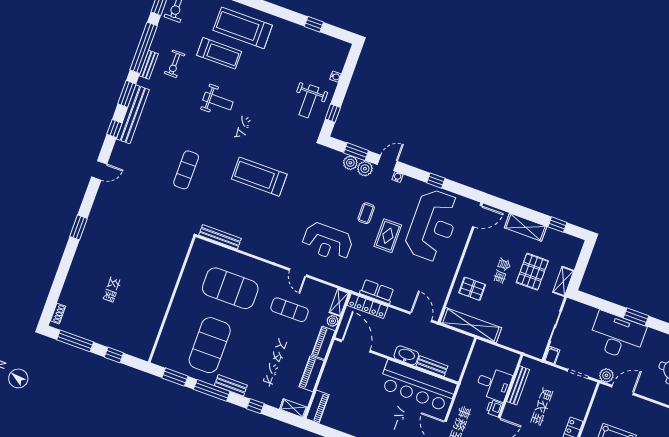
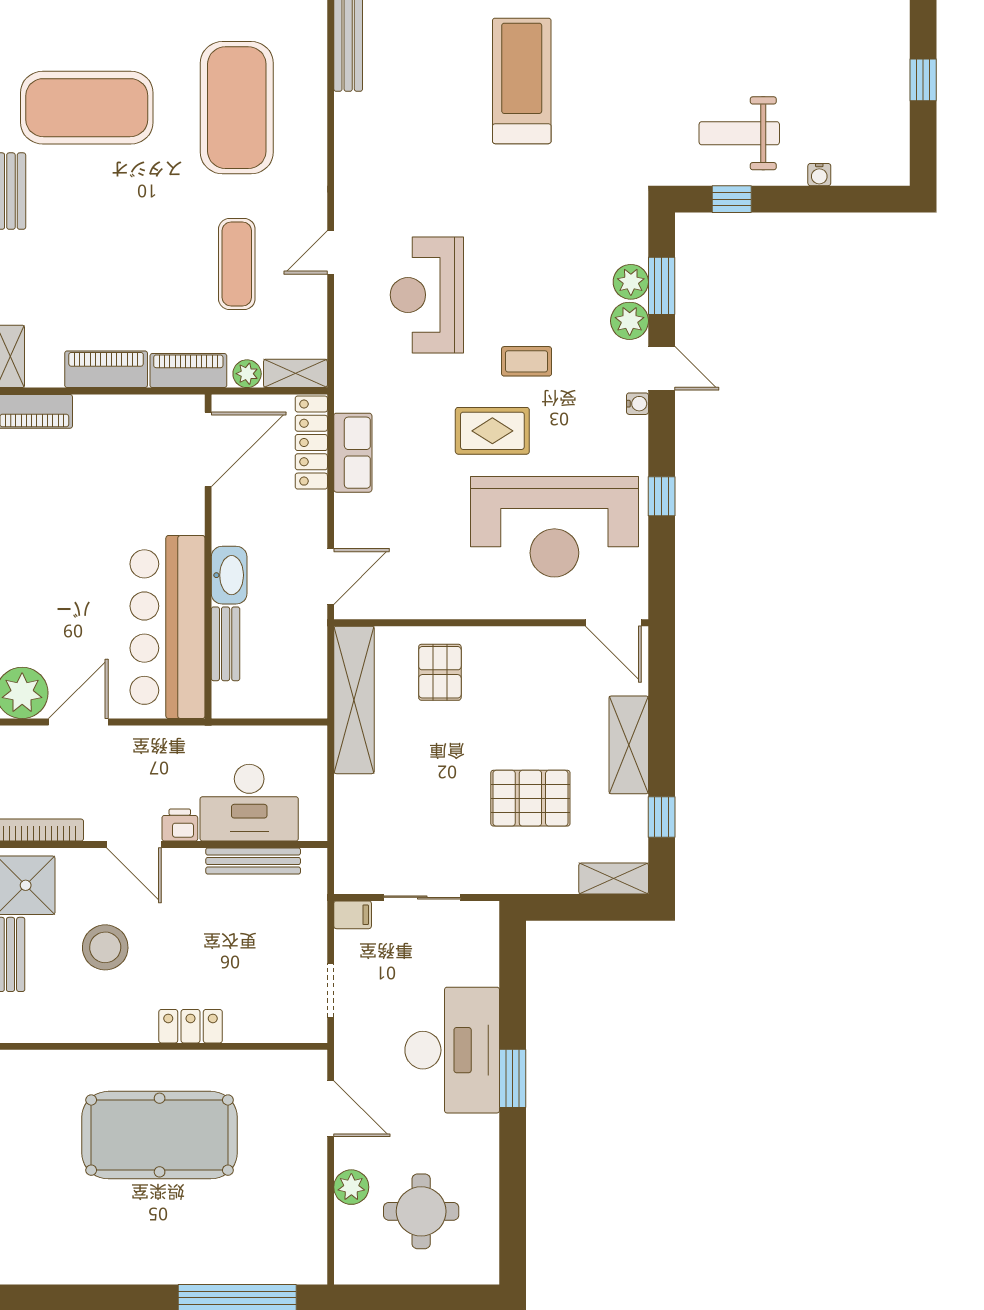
shelving: (563, 281) -> (614, 879), moved
plant: (606, 375) -> (351, 1187), moved
desk: (494, 384) -> (249, 803), width x1.37

